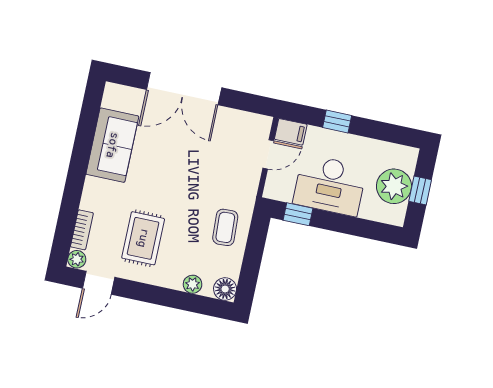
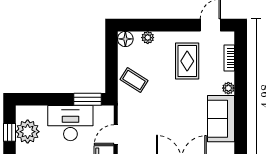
window: (298, 214) -> (87, 99), width x1.50
coffee table: (225, 227) -> (134, 80), turned -55
plant: (77, 259) -> (228, 88), moved

